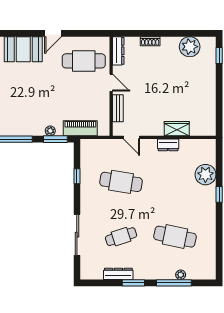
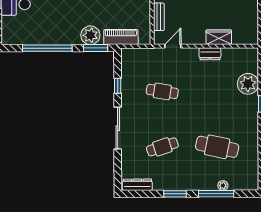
plant: (50, 131) -> (90, 35), width x1.88, depth x1.88
door: (131, 137) -> (173, 46), swing flipped
cafe table: (121, 182) -> (162, 91), width x0.73, depth x0.74
sliding door: (77, 235) -> (118, 128), moved
dresser: (118, 274) -> (137, 185), moved

